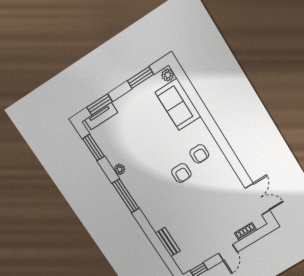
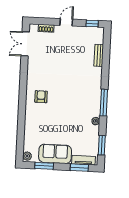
sofa: (178, 104) -> (55, 154), moved, turned -90
armchair: (181, 173) -> (60, 93), removed

